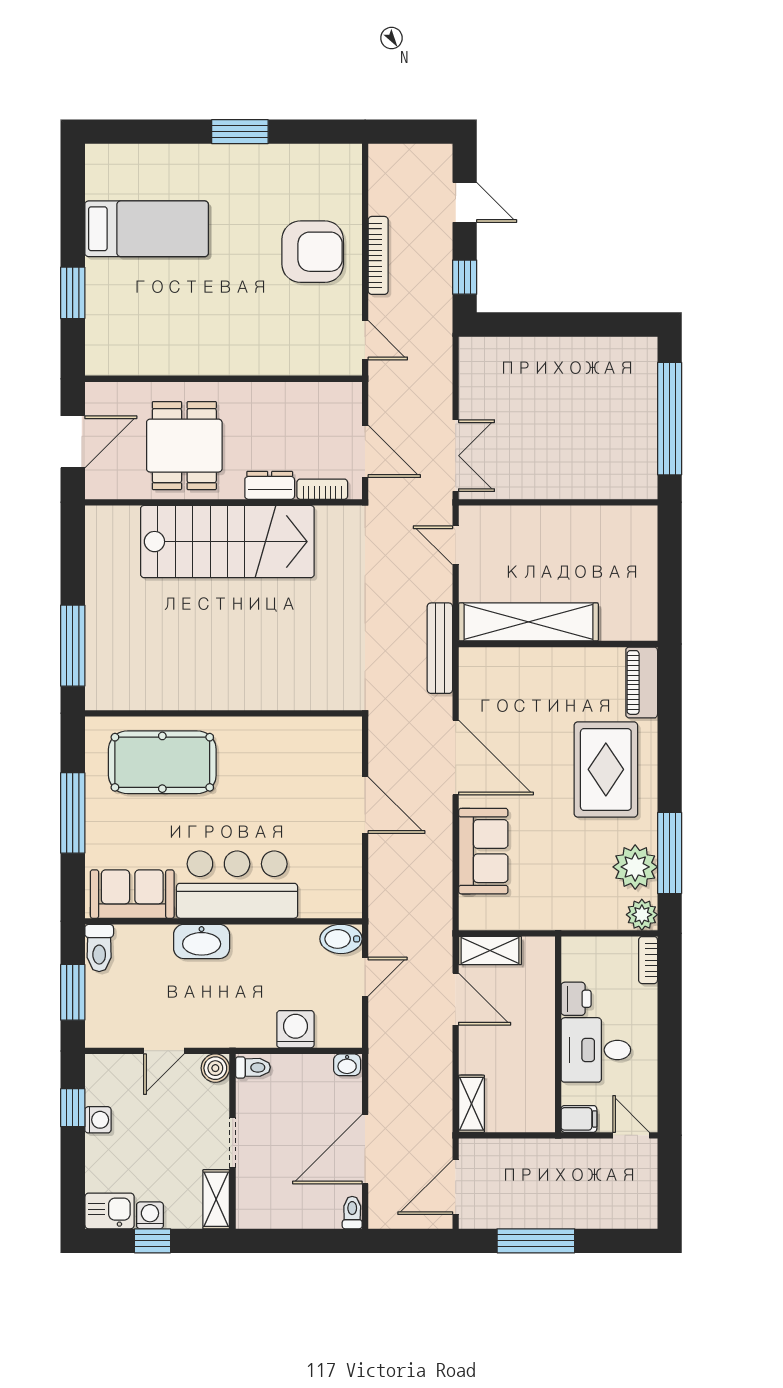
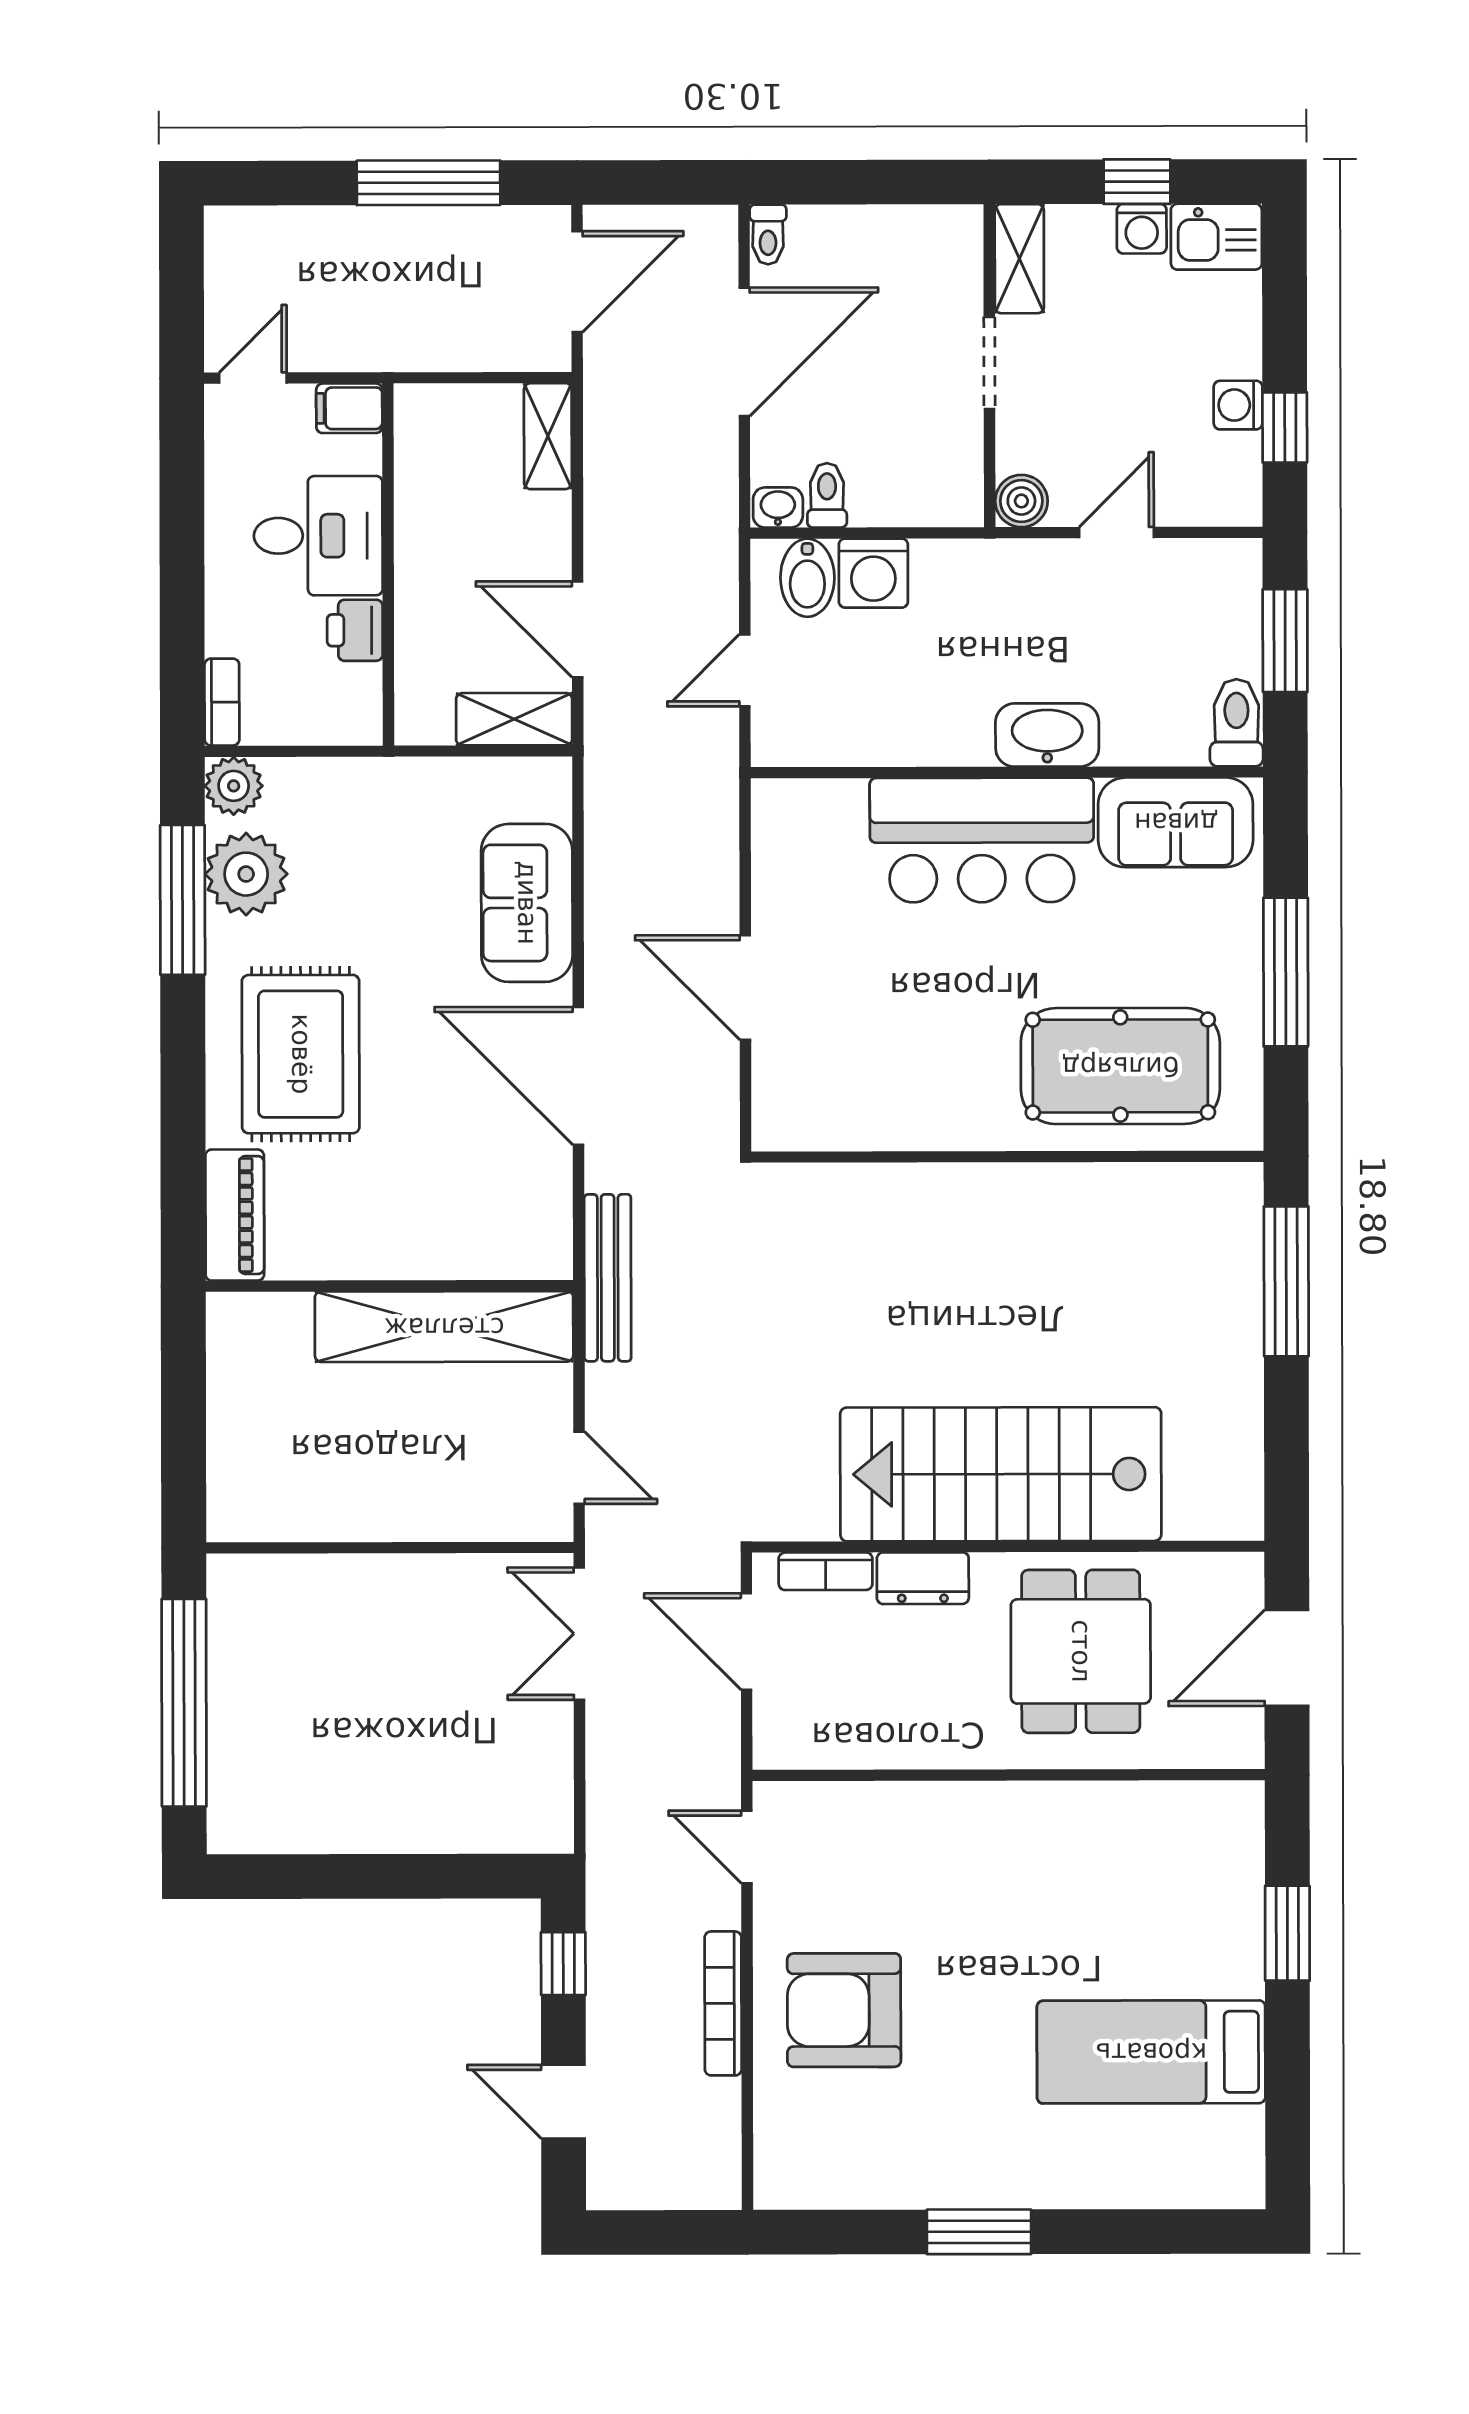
bidet: (341, 939) -> (807, 578), moved, turned 90
toilet: (253, 1067) -> (827, 495), moved, turned 90
door: (631, 1135) -> (253, 378), swing flipped

